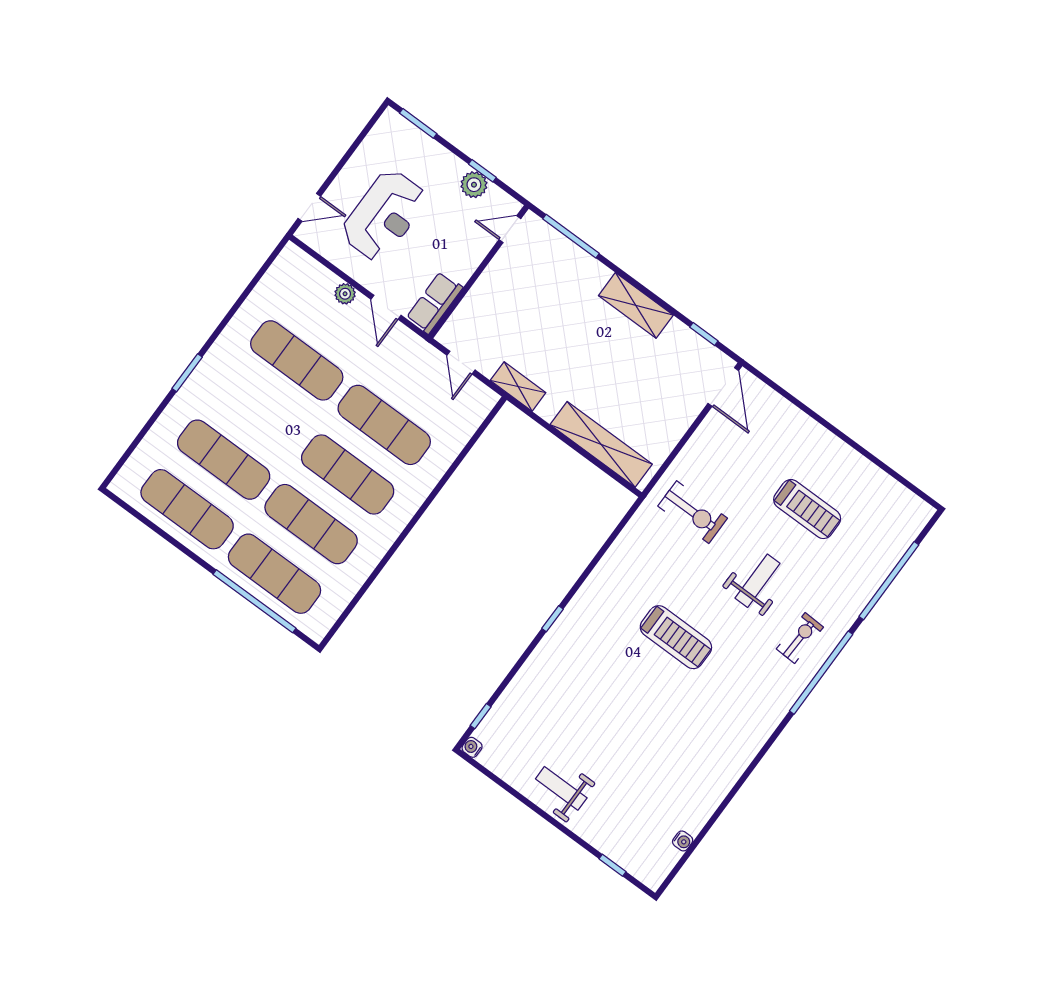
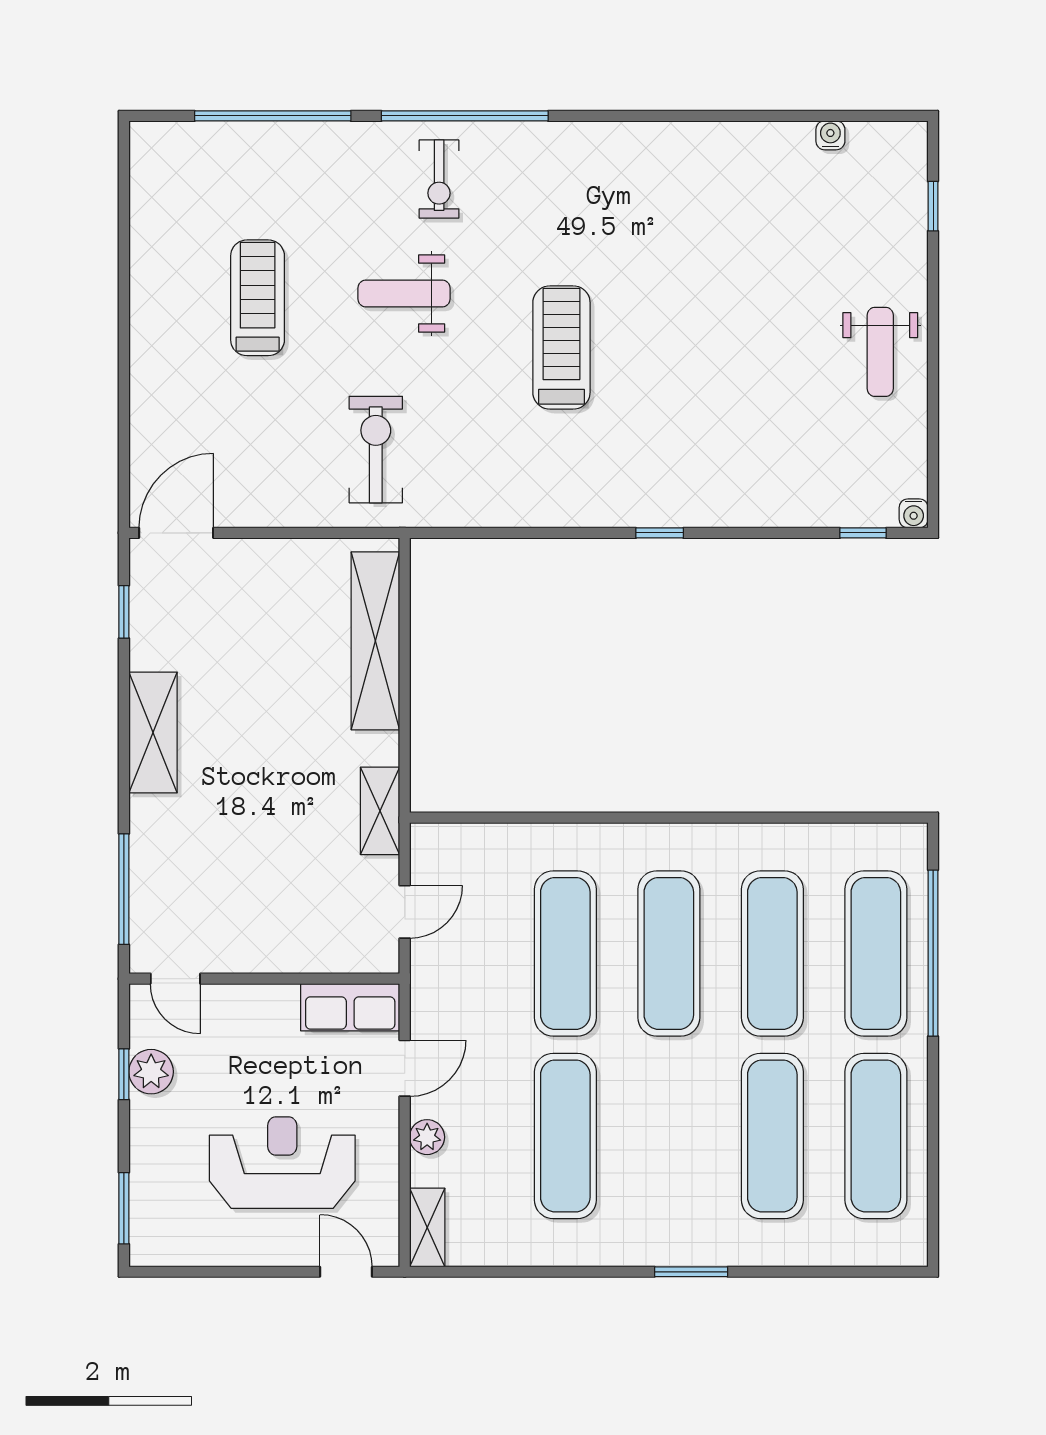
shelving: (302, 262) -> (427, 1228), added
exercise bike: (800, 638) -> (439, 179), turned -92

